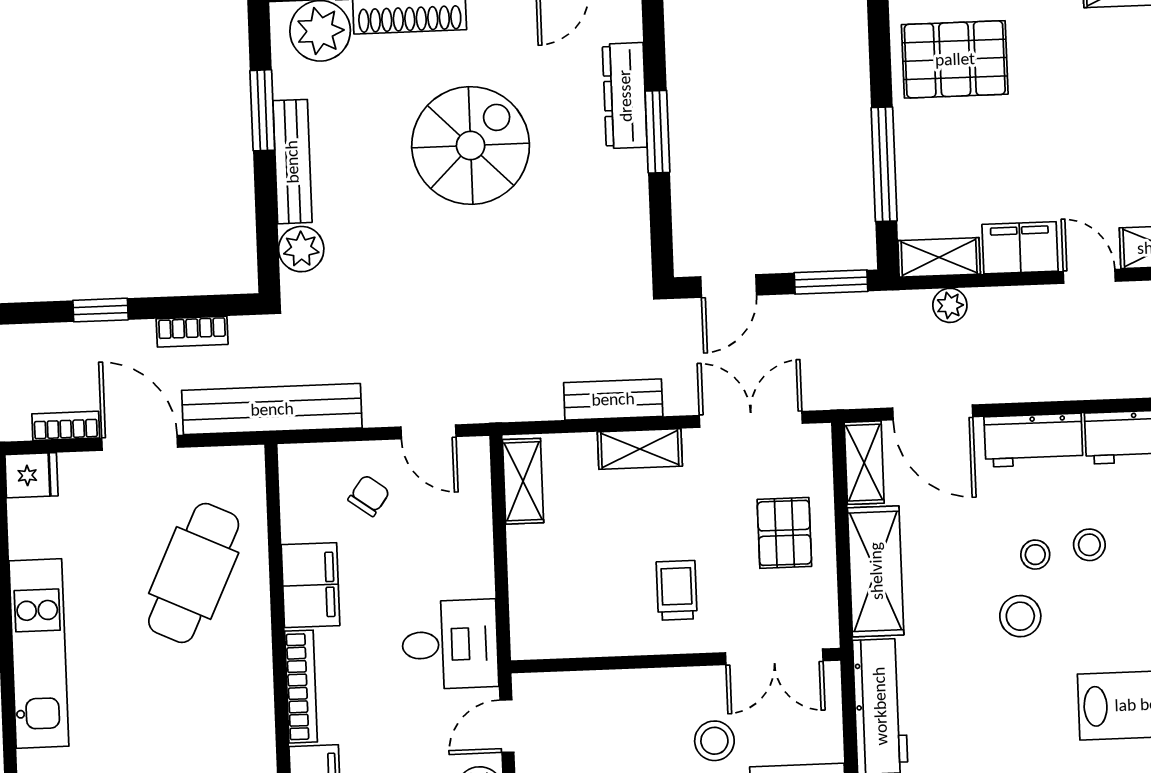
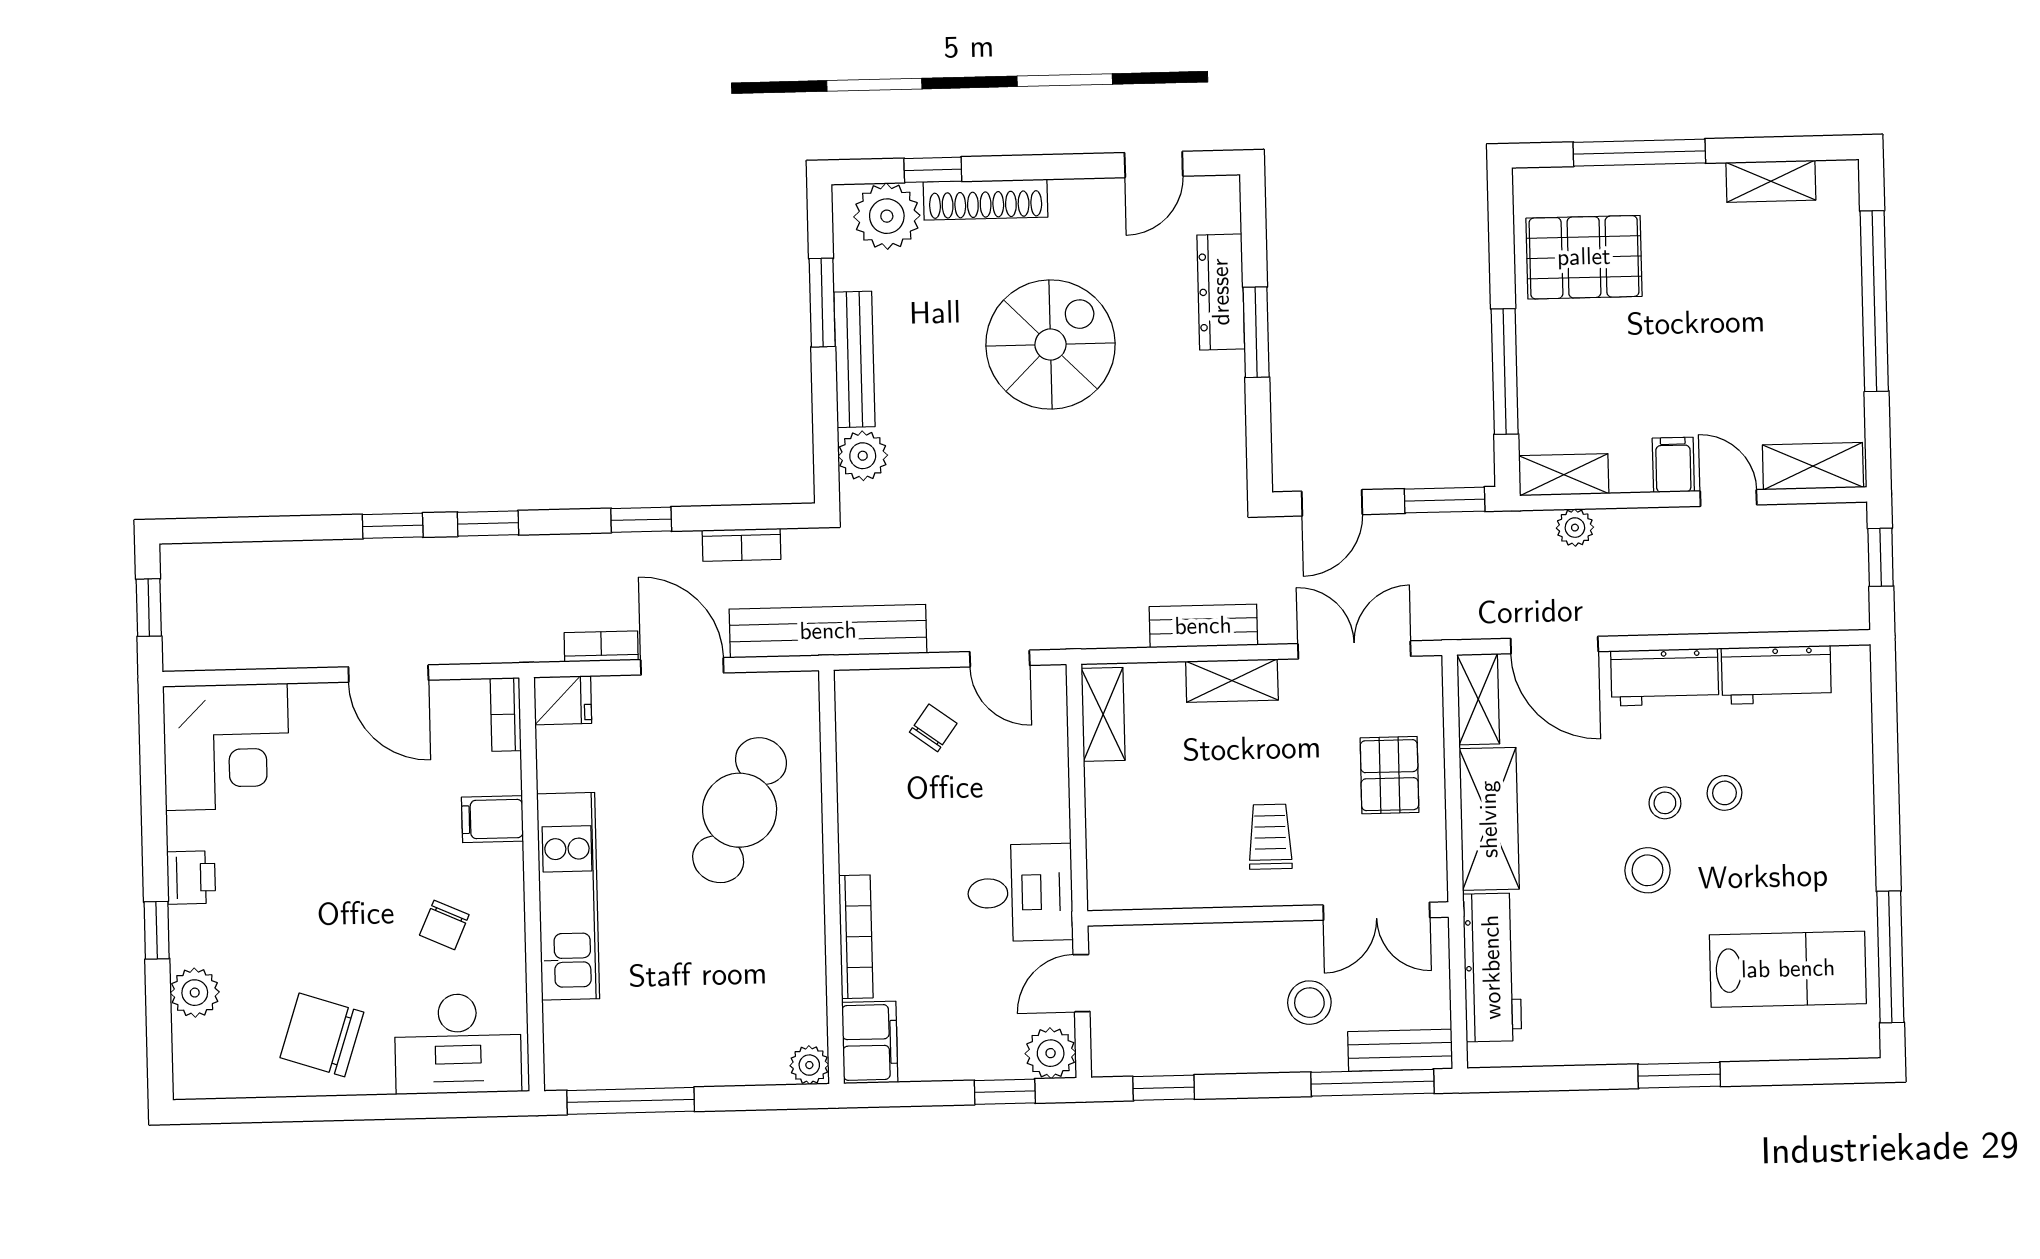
filing cabinet: (1020, 248) -> (1673, 465), width x0.50
filing cabinet: (310, 585) -> (868, 825), removed

